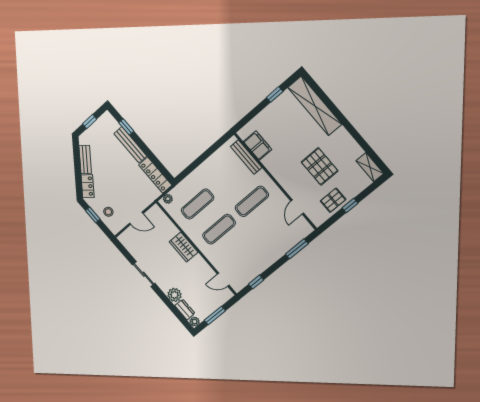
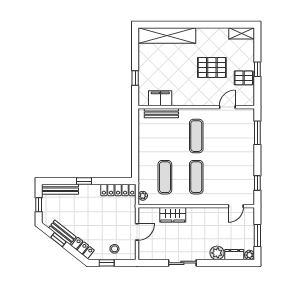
window: (275, 94) -> (135, 78), moved
window: (126, 127) -> (84, 181), moved
bench: (130, 145) -> (60, 189), moved
window: (77, 161) -> (58, 240), added
pallet: (333, 200) -> (244, 78), turned 90
door: (297, 207) -> (227, 107), swing flipped
wardrobe: (184, 247) -> (173, 215), moved

